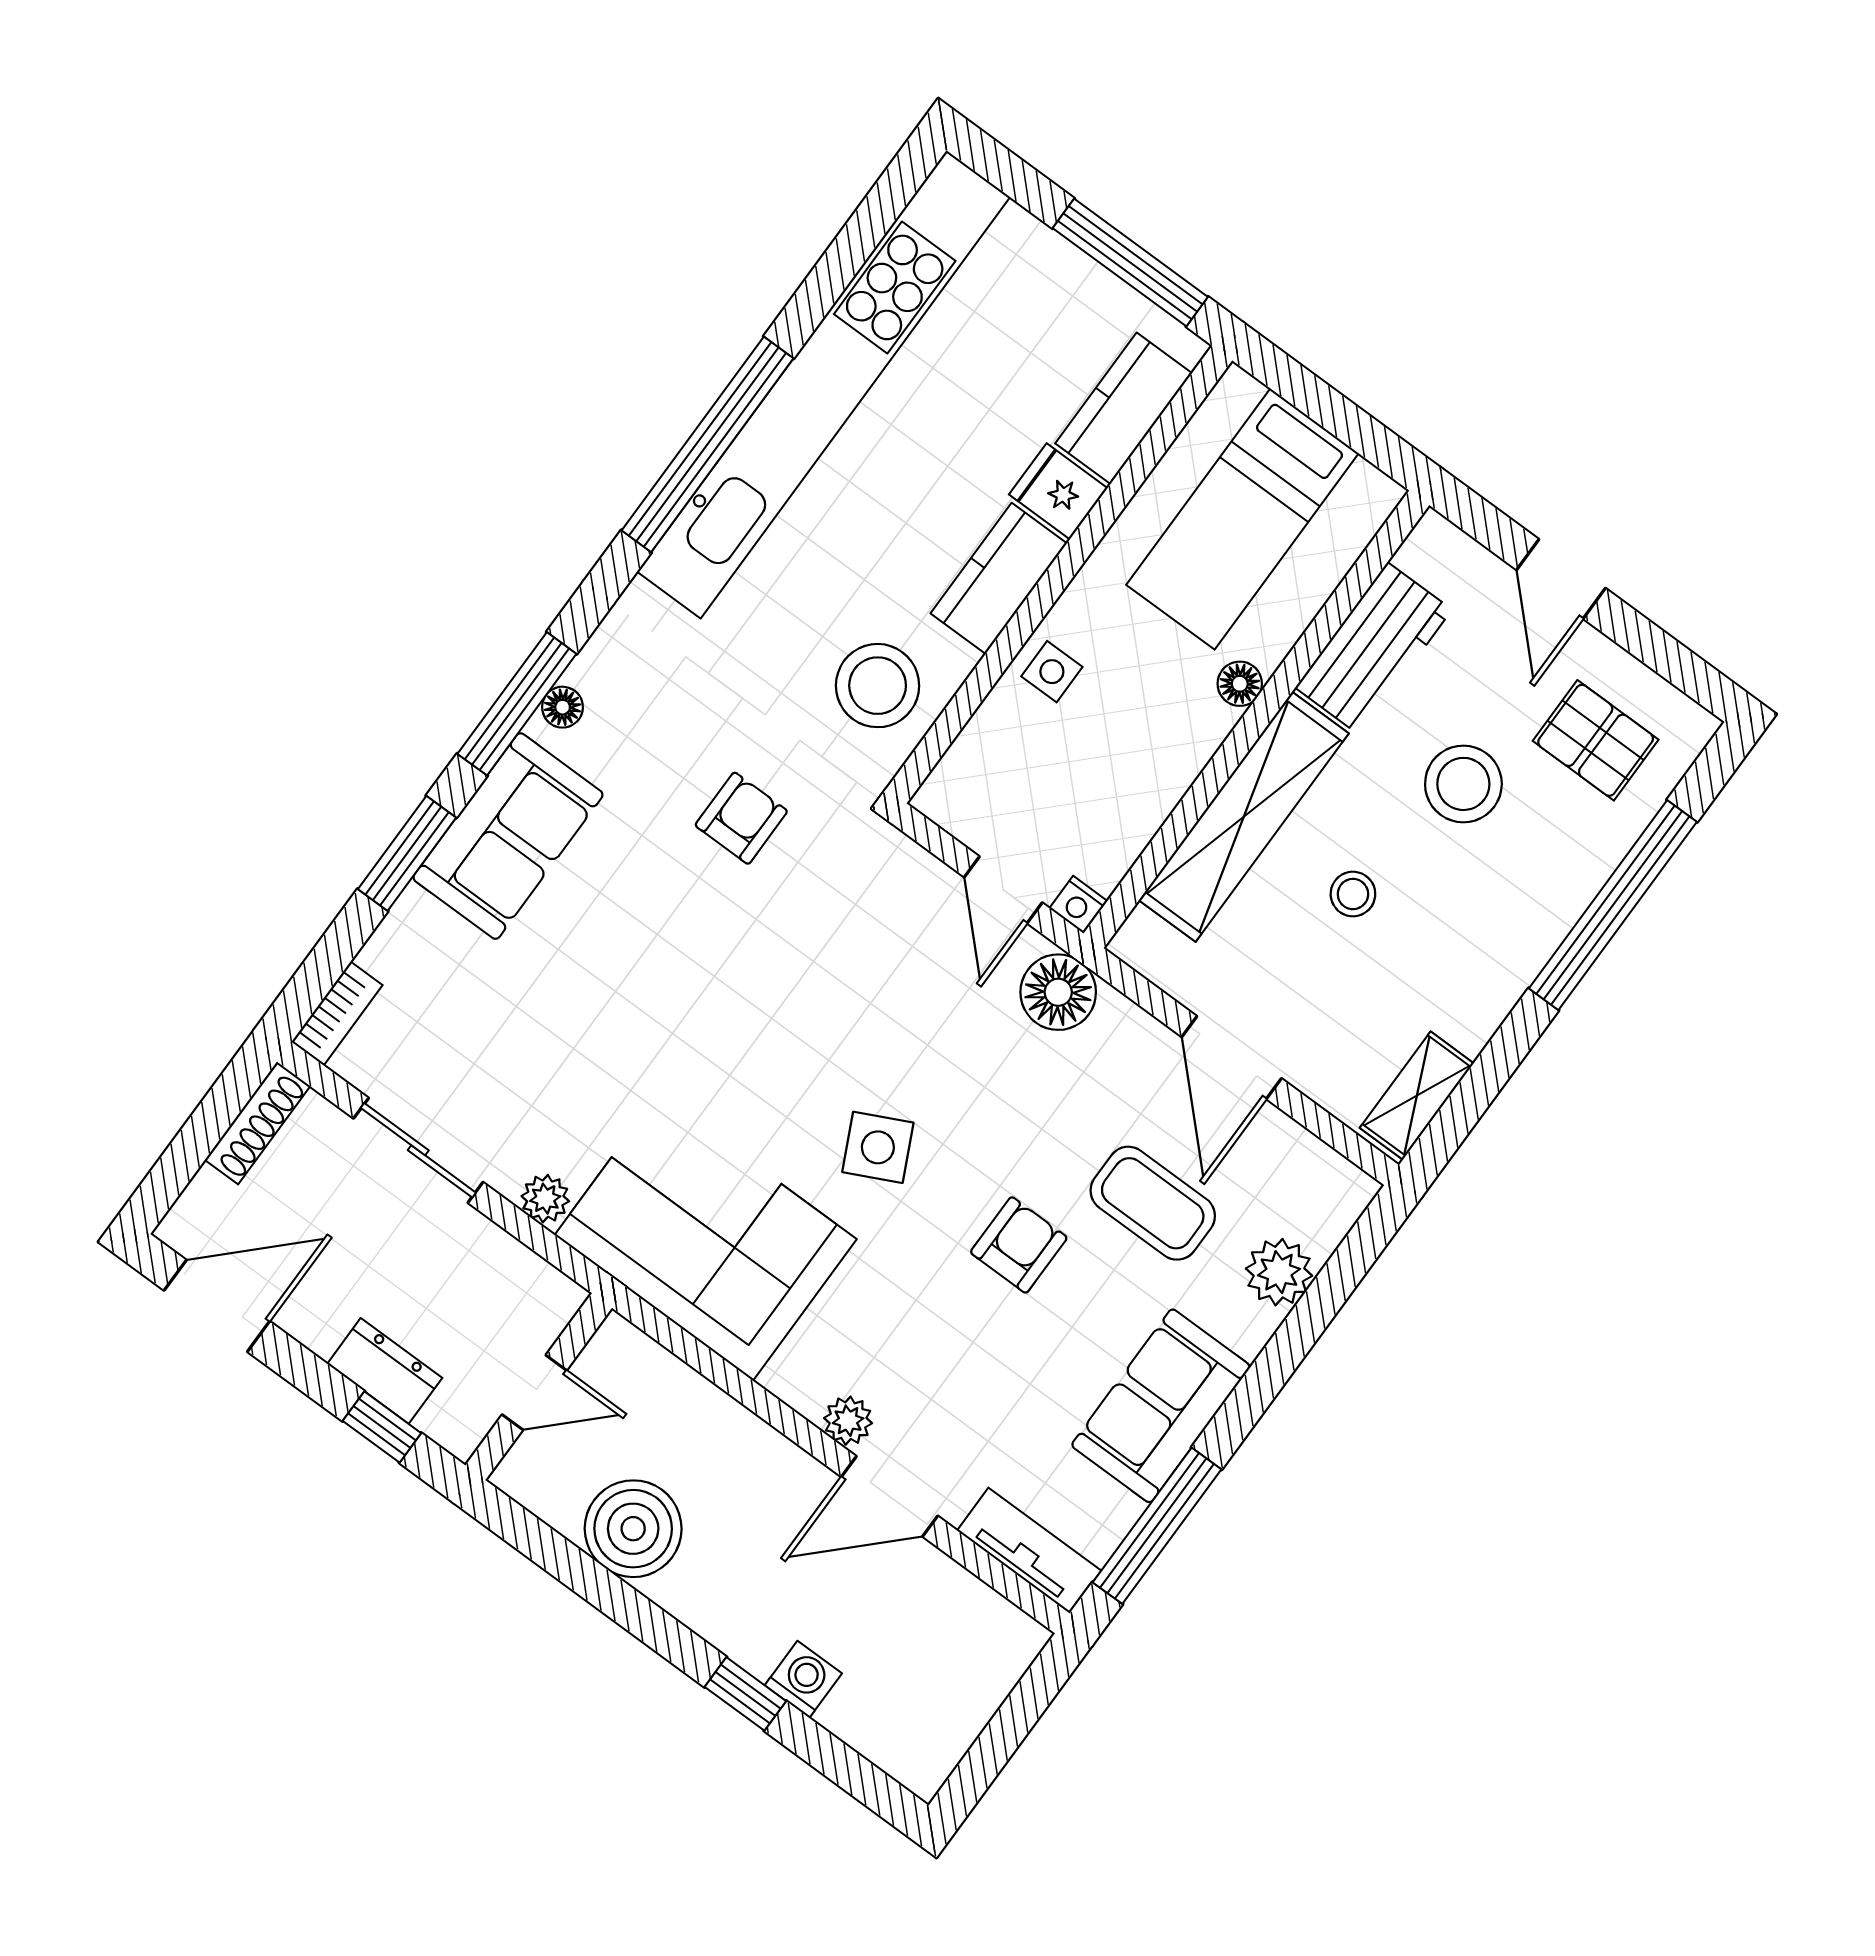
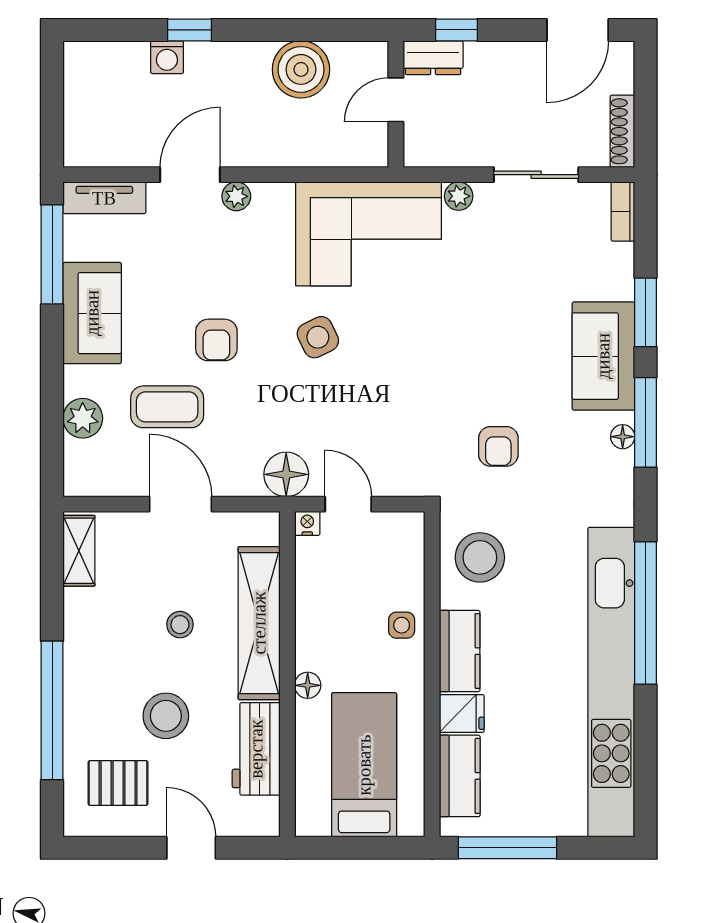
dresser: (385, 1371) -> (433, 58), moved

